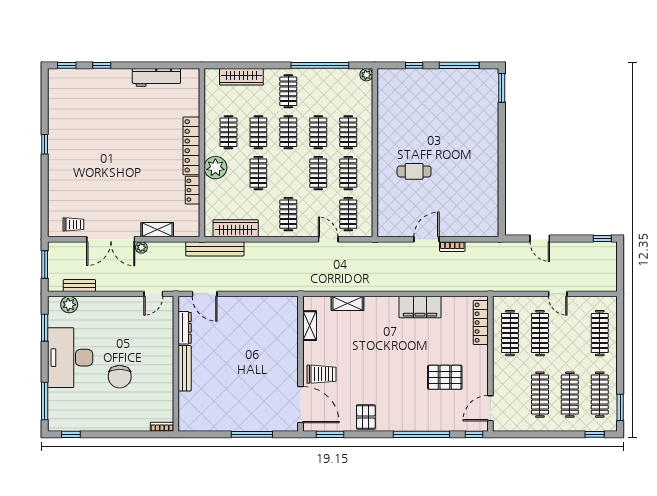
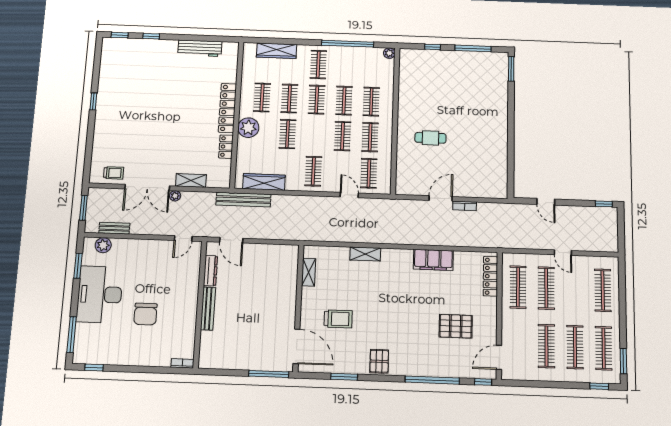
shelving: (310, 326) -> (309, 272), moved
wall: (301, 364) -> (298, 308), moved
door: (301, 405) -> (296, 346), moved

